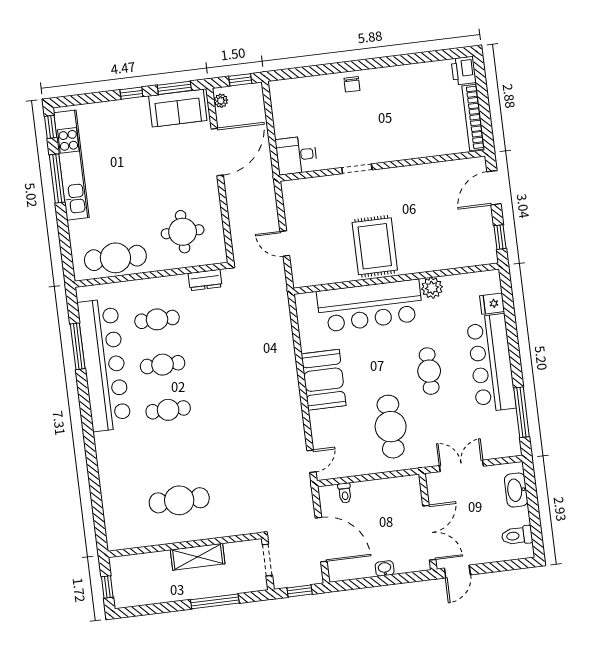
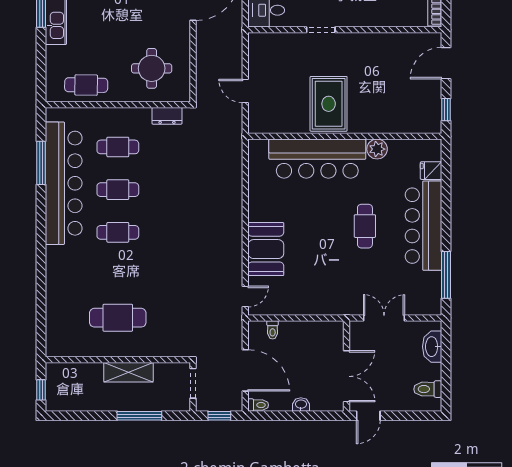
cafe table: (115, 258) -> (86, 85), width x0.73, depth x0.74
booth: (324, 380) -> (266, 249), moved
cafe table: (391, 427) -> (323, 273), removed
toilet: (339, 575) -> (258, 405), added

